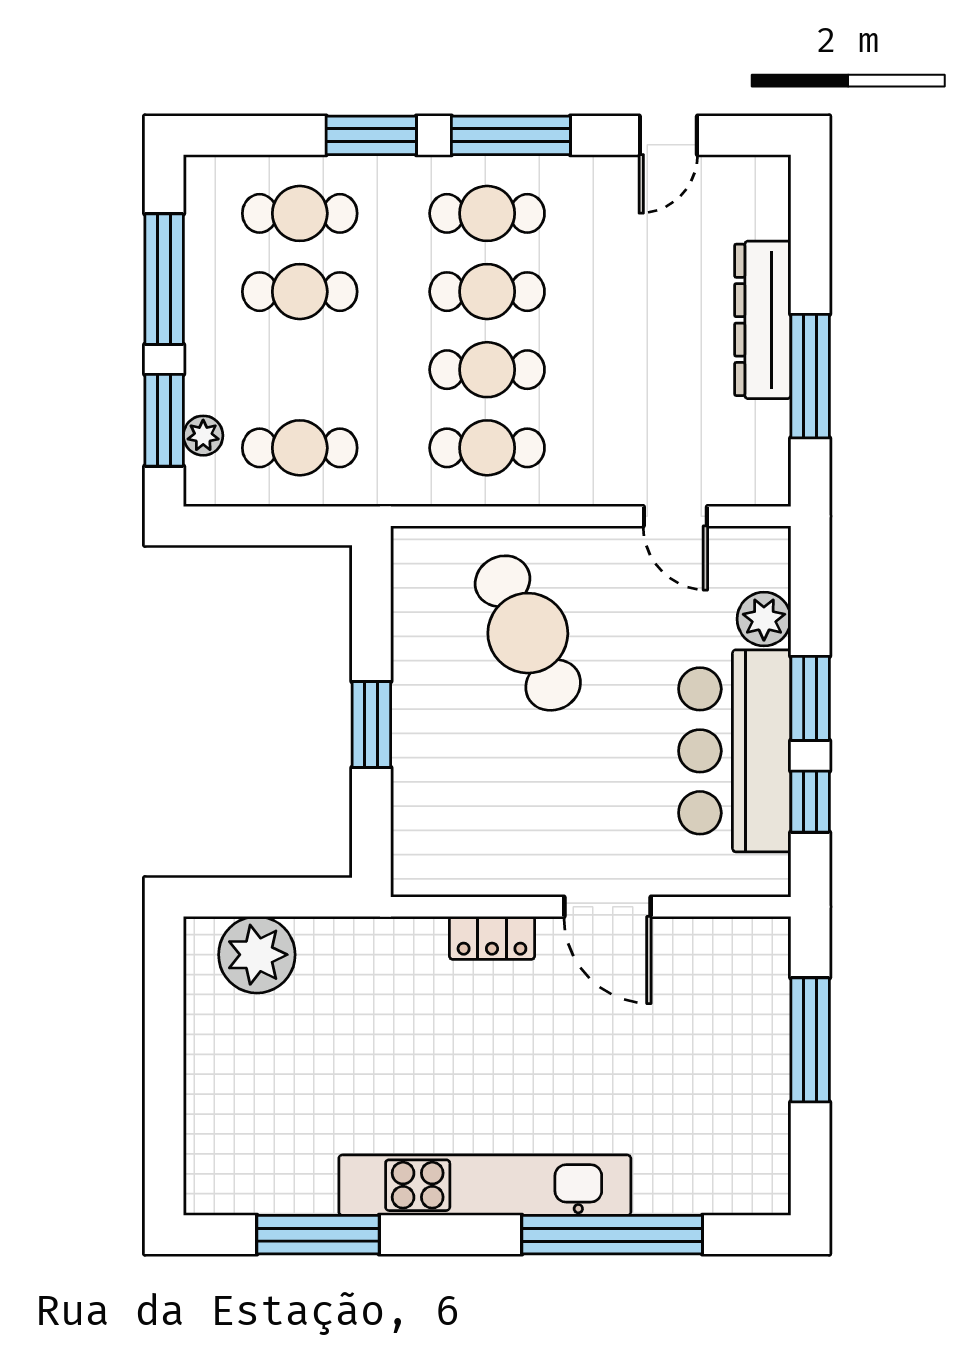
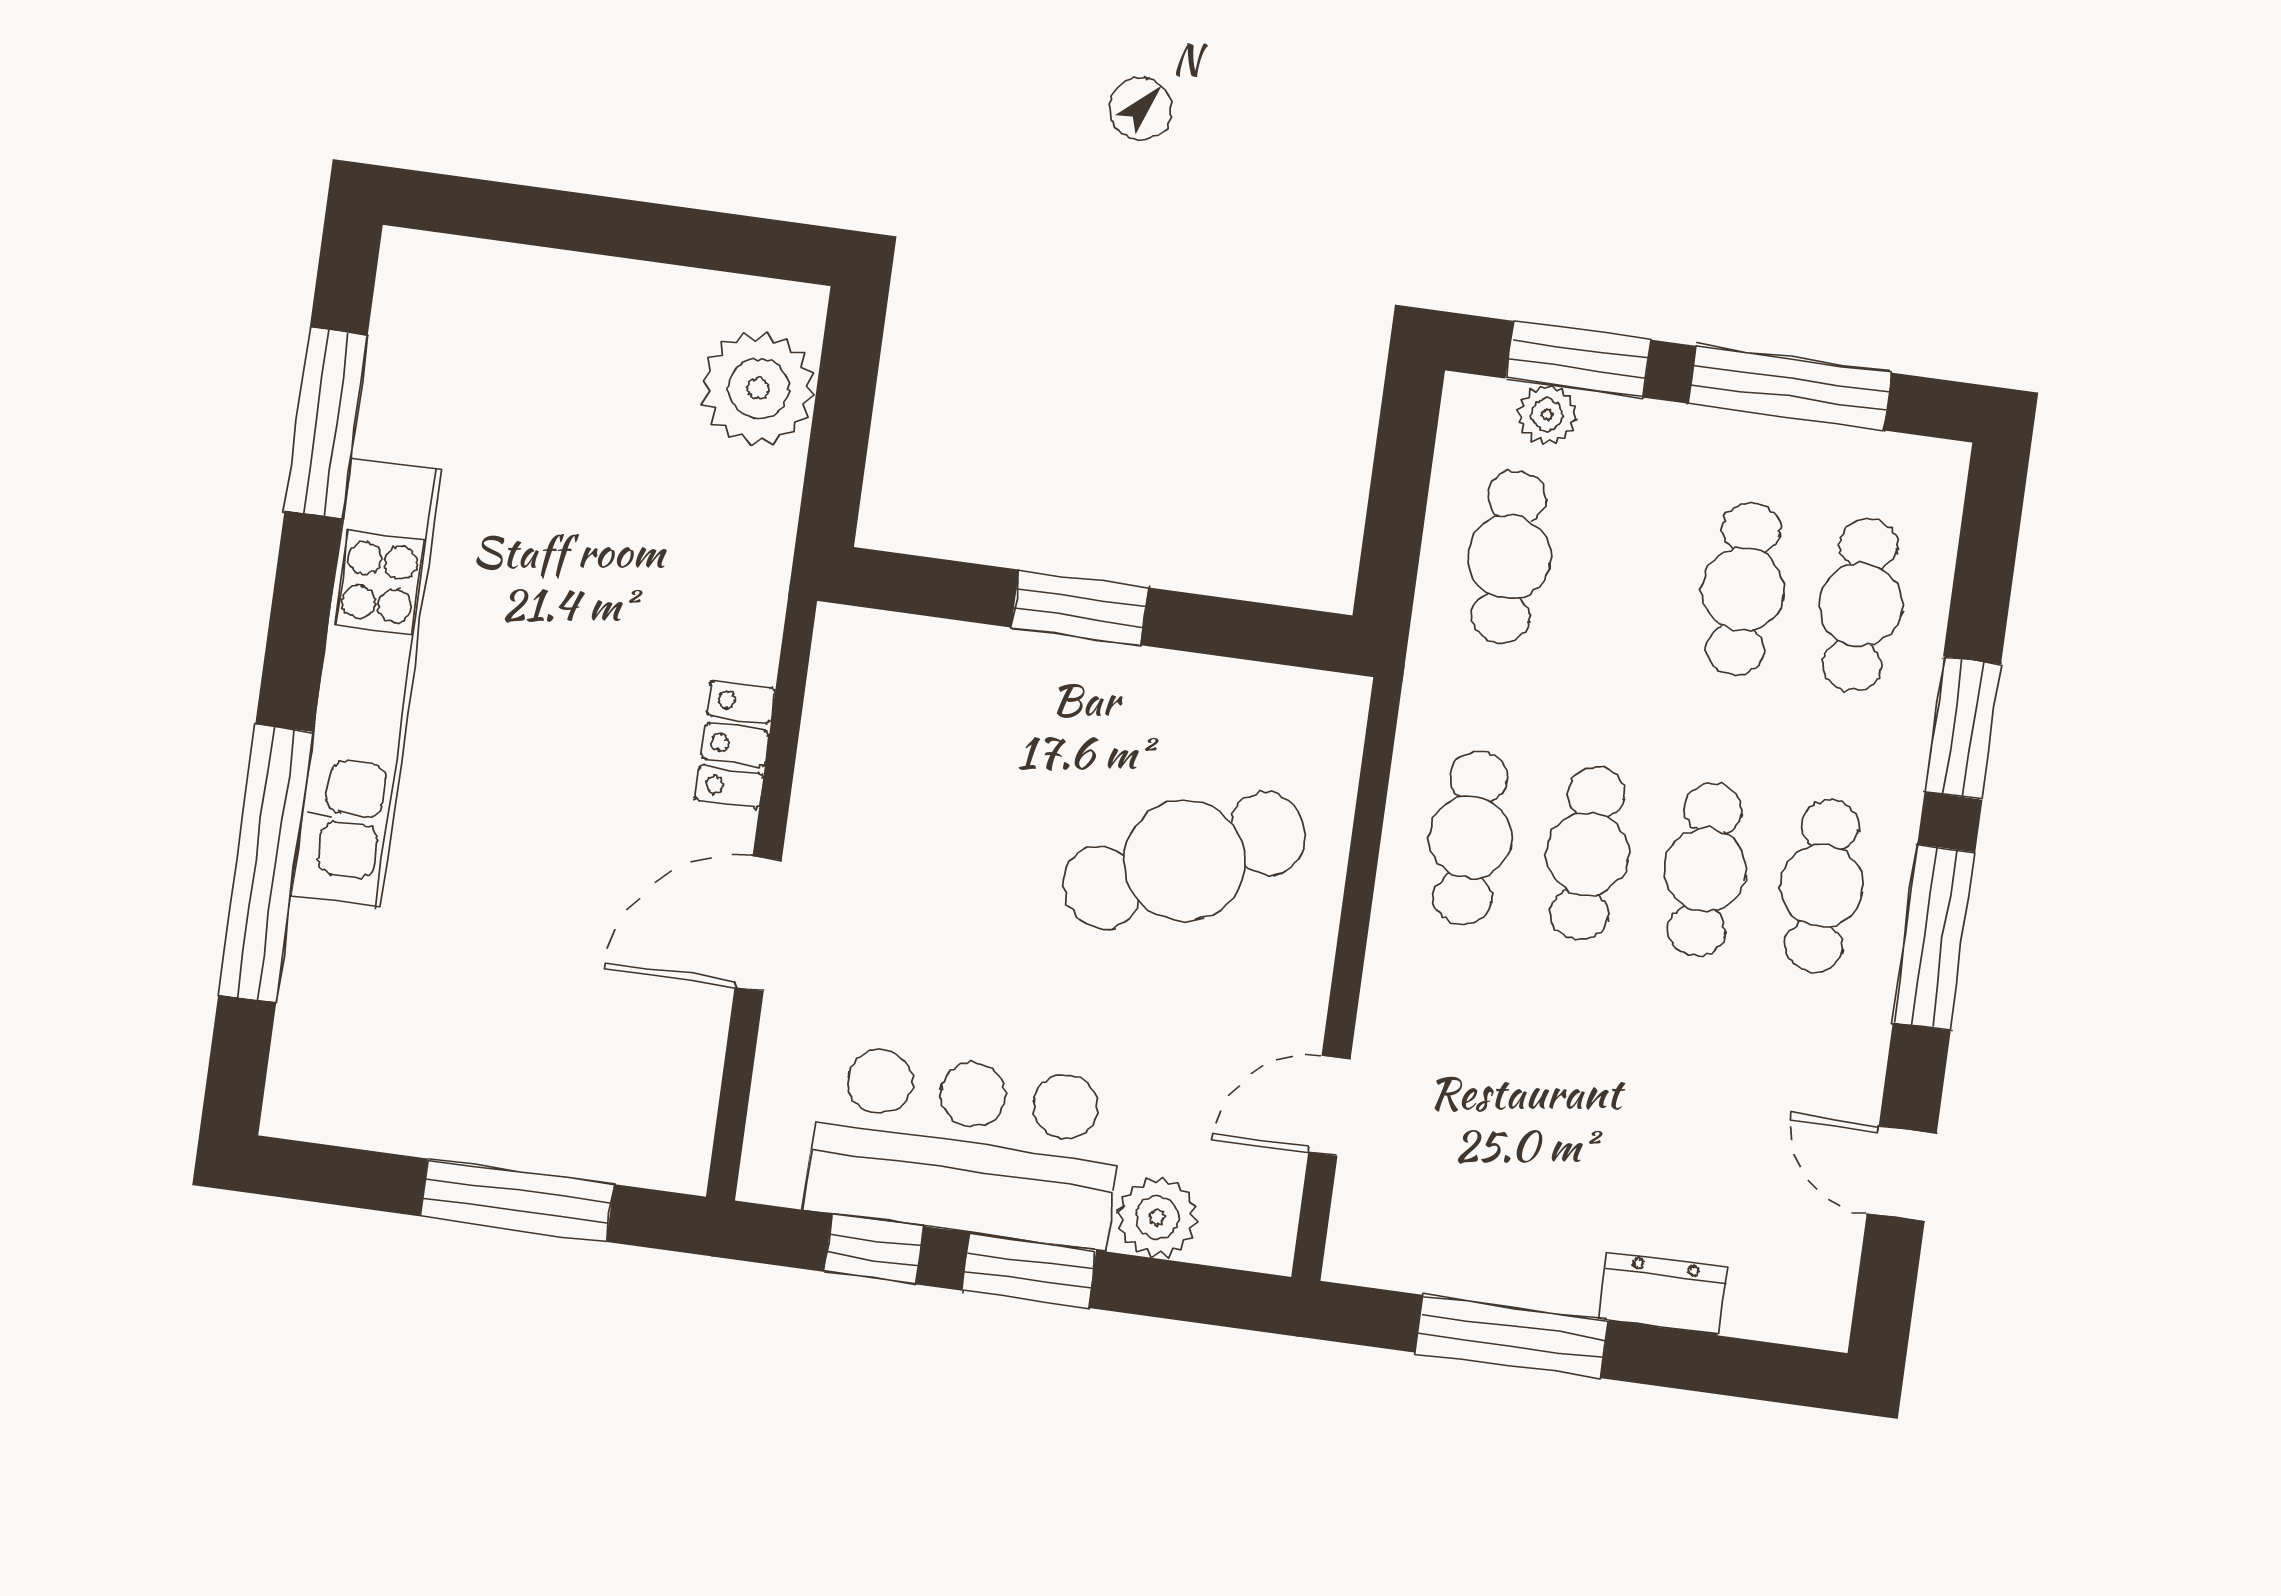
dresser: (763, 320) -> (1663, 1293), width x0.51, depth x0.80

